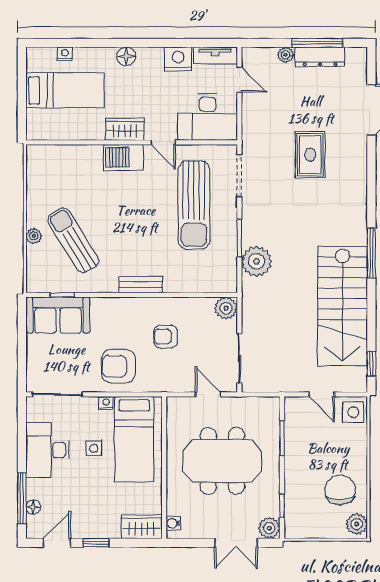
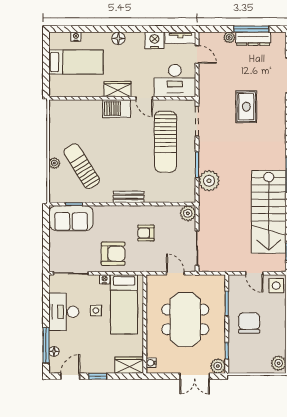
armchair: (118, 366) -> (113, 254), turned 180
meeting table: (222, 461) -> (185, 319), turned 90
chair: (340, 490) -> (249, 323), moved

